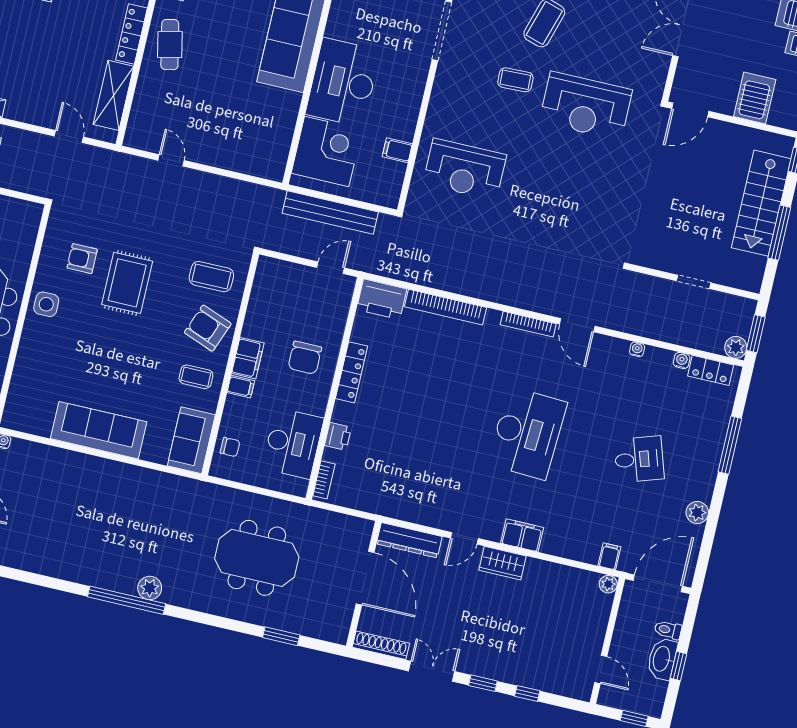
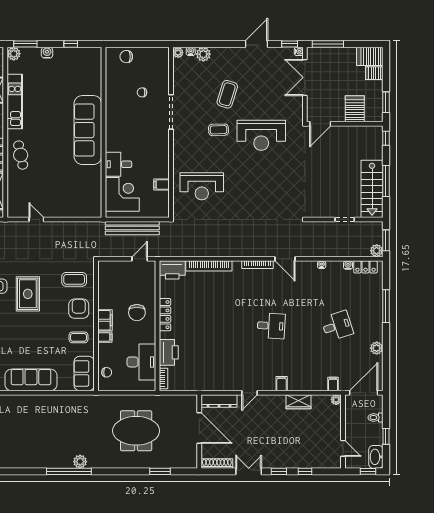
desk: (343, 82) -> (118, 164), width x0.53, depth x0.77
stairs: (761, 203) -> (372, 189), moved
armchair: (208, 328) -> (79, 309), turned 69
desk: (527, 433) -> (271, 326), width x0.53, depth x0.77
printer: (338, 436) -> (169, 352), width x1.87, depth x1.48
filing cabinet: (522, 535) -> (282, 384), width x0.50
wardrobe: (503, 563) -> (298, 402), moved
washbasin: (662, 659) -> (376, 457), moved

